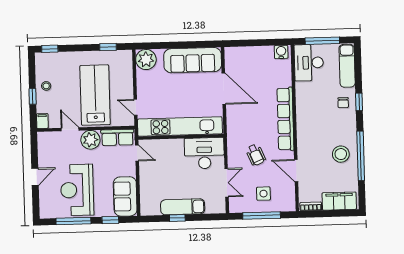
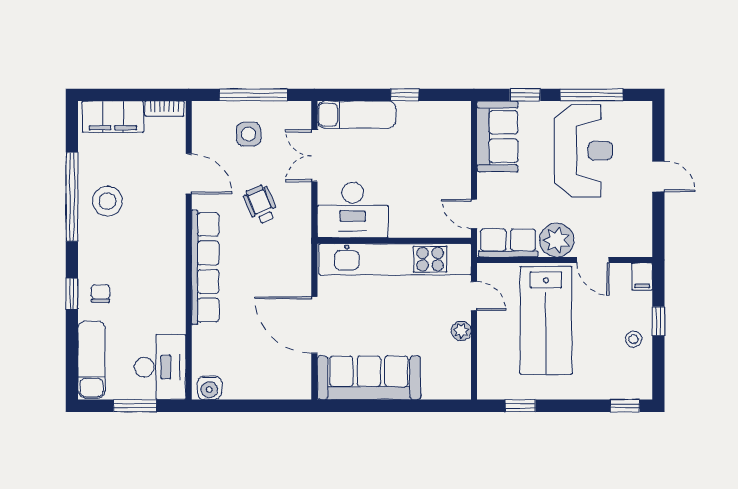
window: (322, 41) -> (135, 406), width x0.69
plant: (146, 60) -> (461, 331), moved, width x0.53, depth x0.53
door: (35, 177) -> (658, 176), swing flipped
exam couch: (183, 207) -> (357, 115), moved

